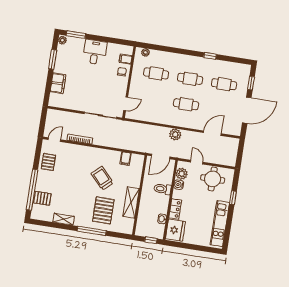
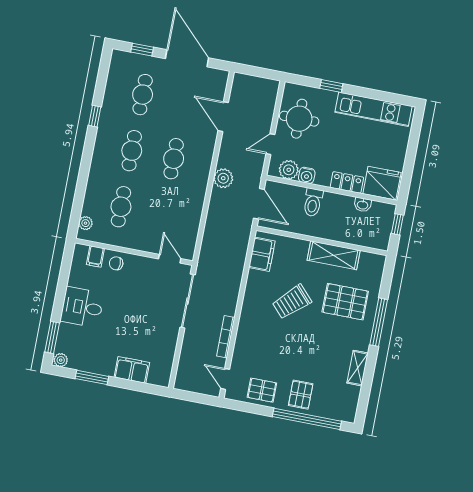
filing cabinet: (126, 159) -> (262, 254), width x2.00
pallet: (42, 198) -> (301, 395), moved

